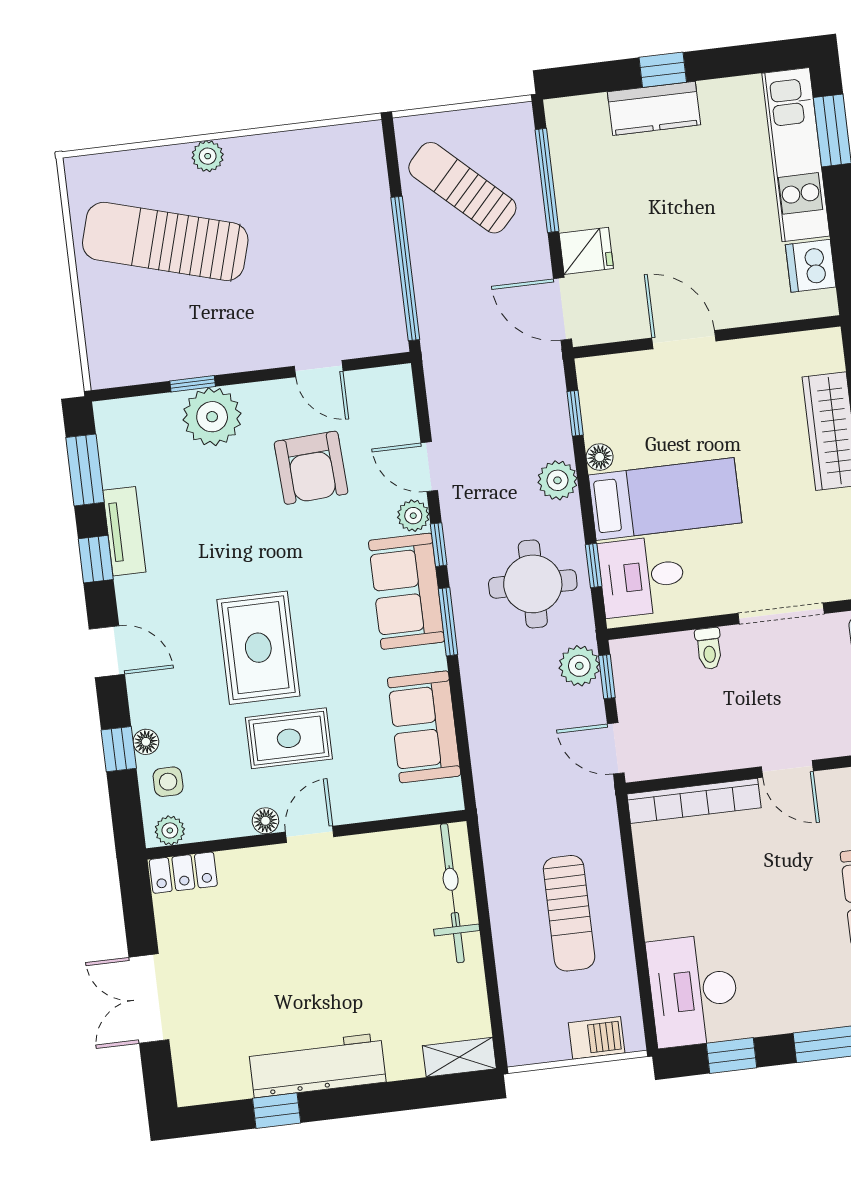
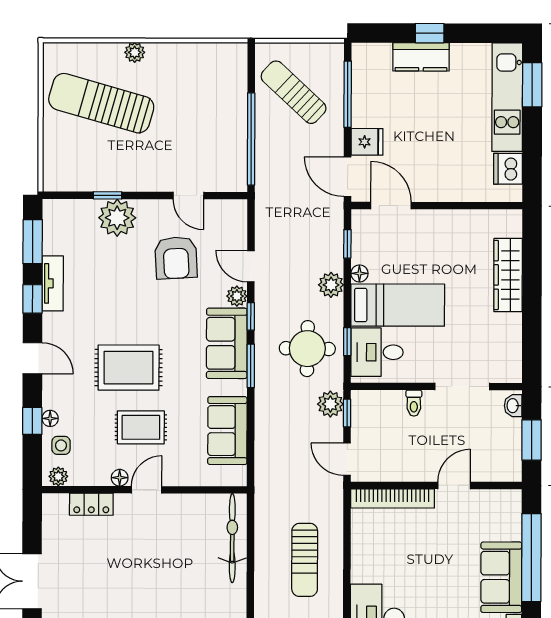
door: (684, 340) -> (391, 206), moved
rug: (258, 648) -> (129, 368), turned 90
door: (787, 769) -> (454, 485), swing flipped
locker: (183, 873) -> (91, 504), moved

